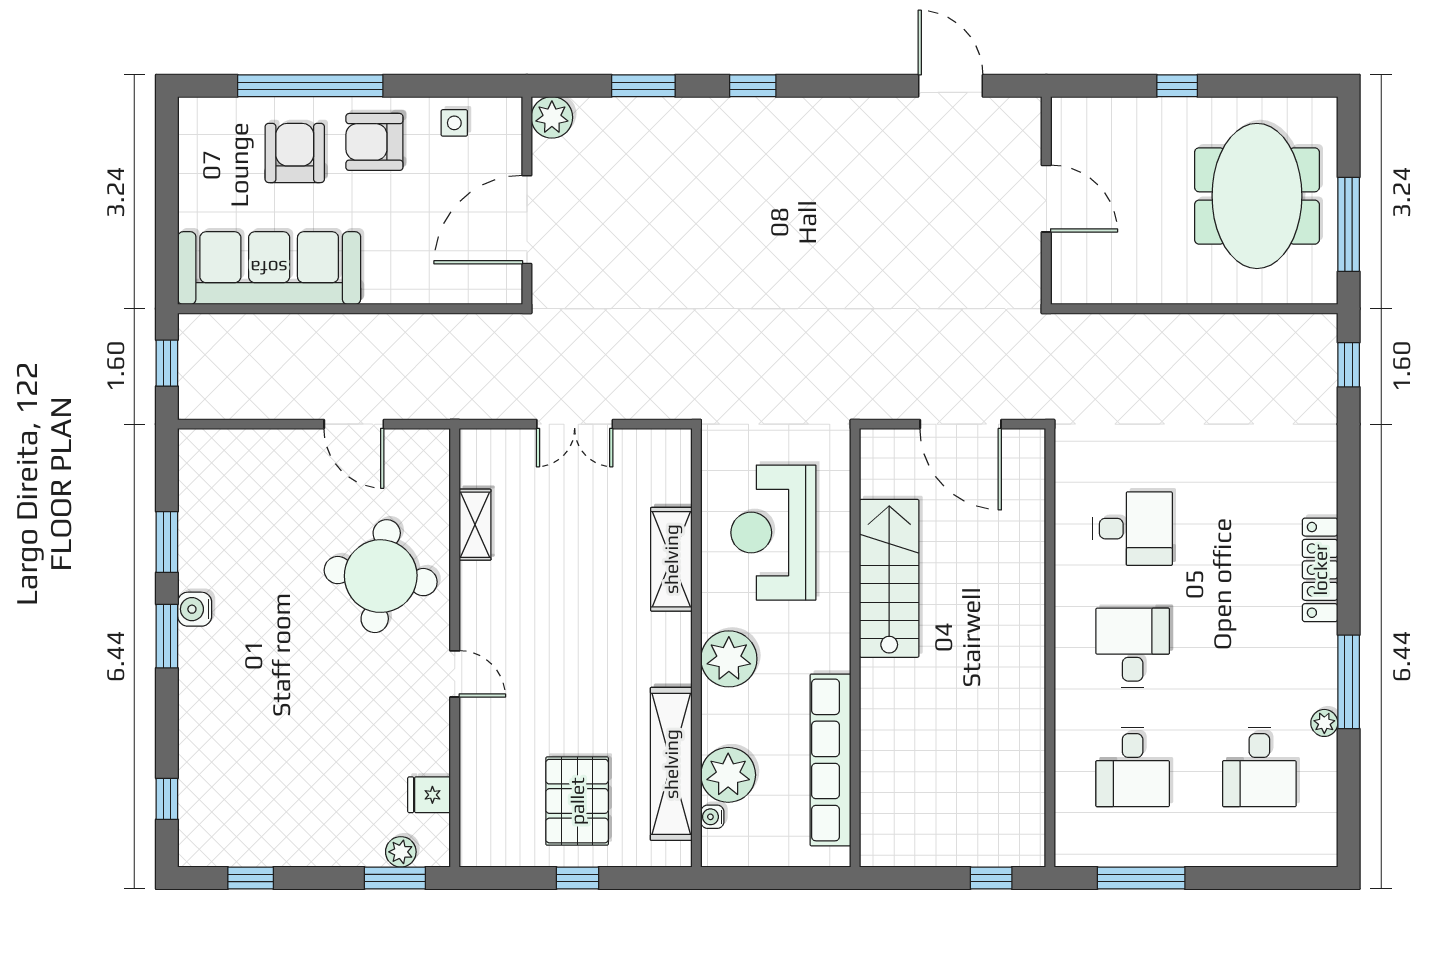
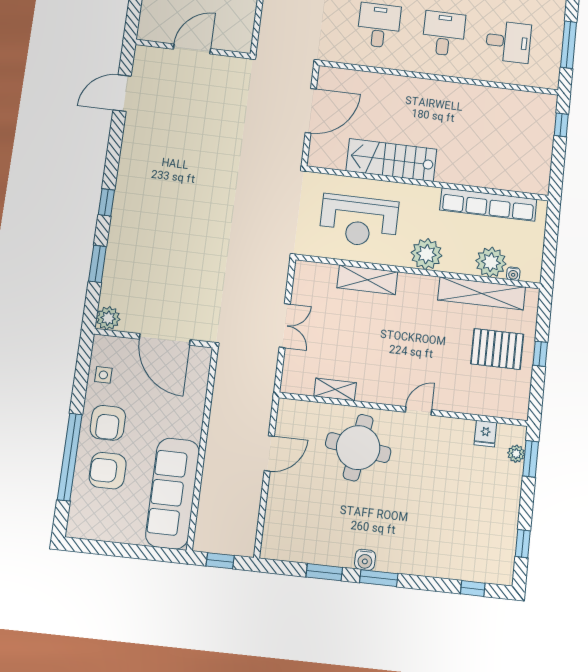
desk: (1133, 648) -> (444, 34), turned 90

